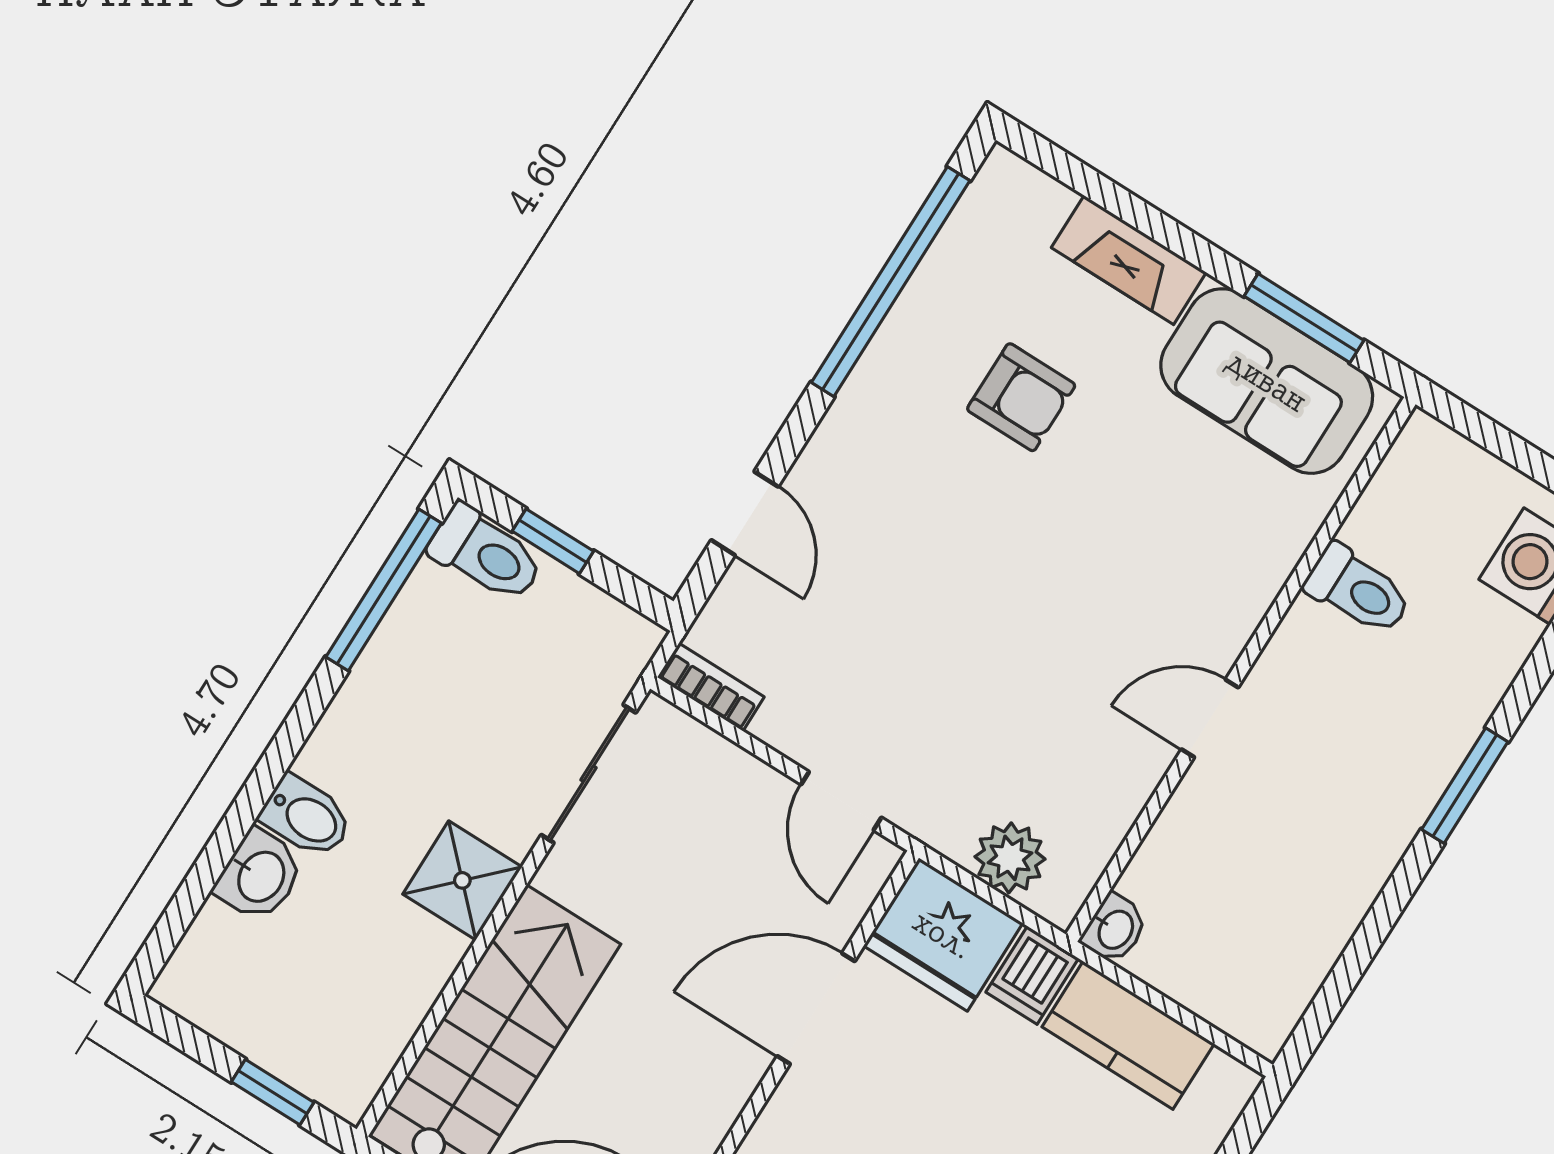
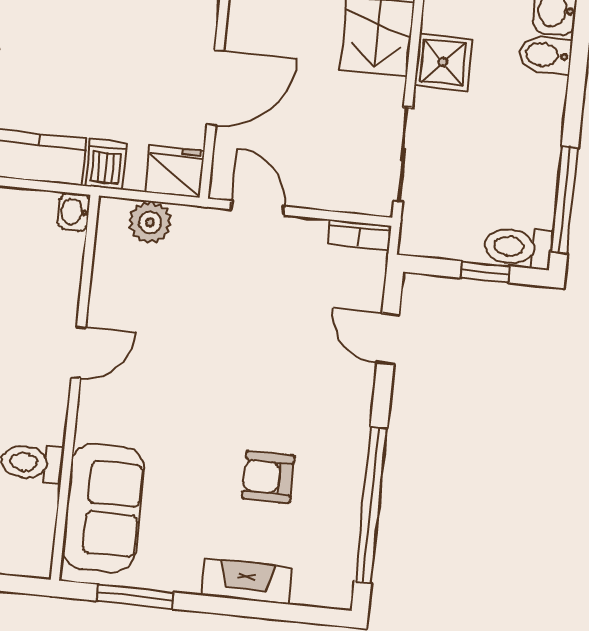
sofa: (1267, 381) -> (103, 508), moved, turned 90
fridge: (943, 935) -> (175, 171), width x0.73, depth x0.75

